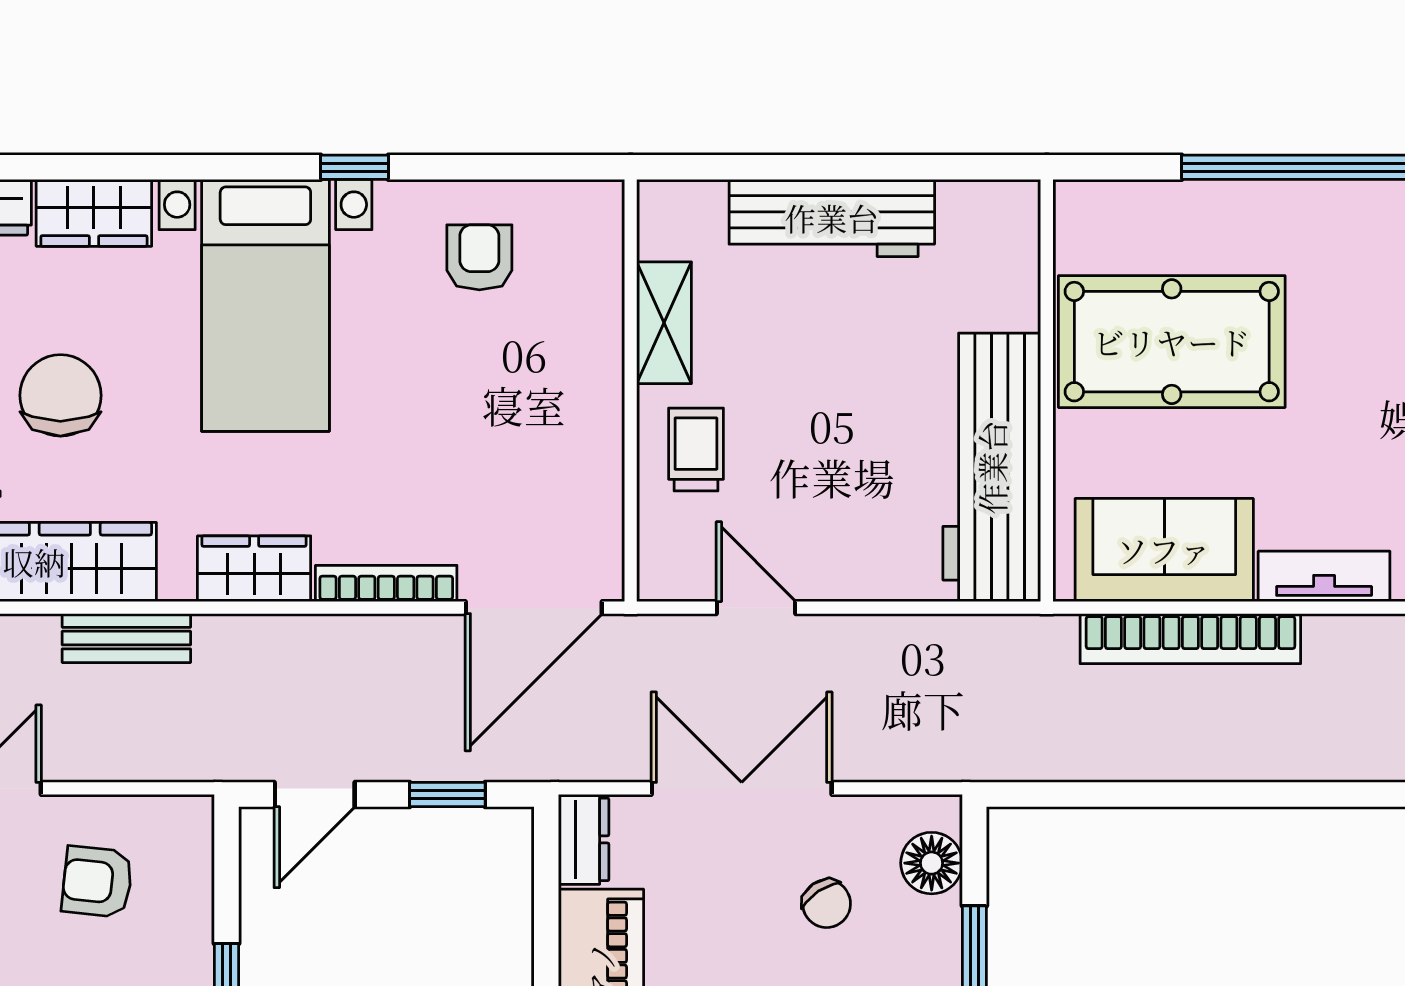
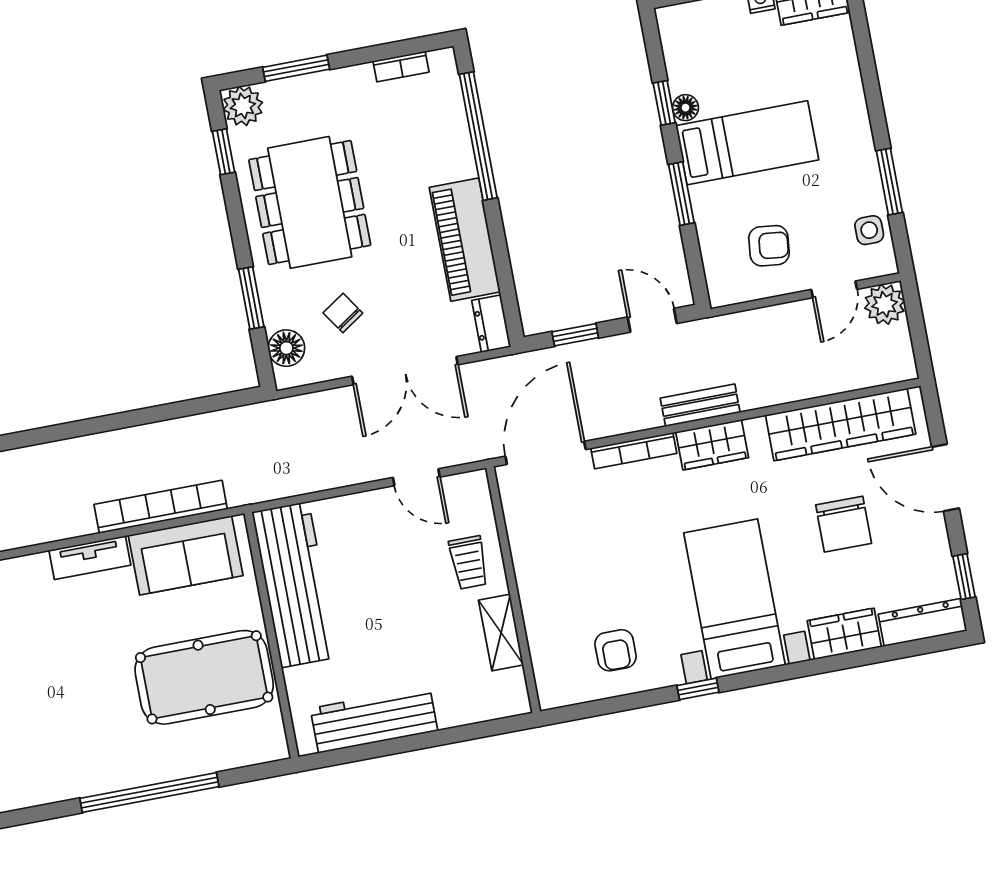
workbench: (832, 218) -> (374, 720), moved
bench: (126, 638) -> (700, 405), moved
door: (315, 794) -> (652, 320), hinge flipped

